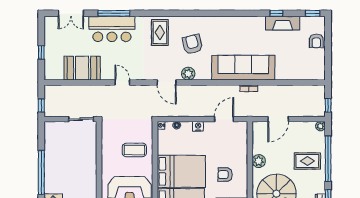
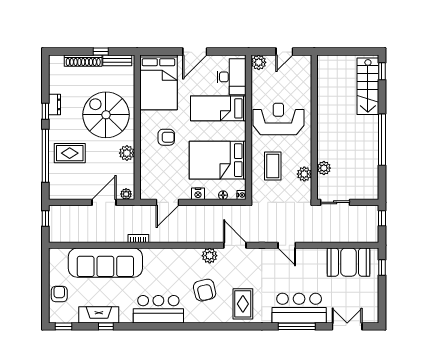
bar counter: (232, 28) -> (158, 309), added
window: (41, 52) -> (382, 267), moved
booth: (82, 68) -> (349, 262), moved
sofa: (243, 68) -> (105, 263), moved
plant: (320, 126) -> (126, 194), moved
plant: (107, 143) -> (304, 174), added
plant: (91, 148) -> (324, 168), added
coffee table: (134, 150) -> (273, 166), turned 90
bed: (181, 171) -> (218, 160), moved

